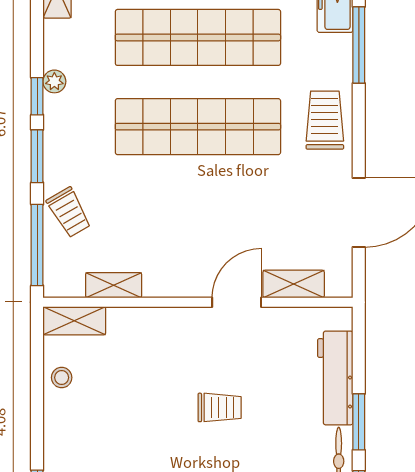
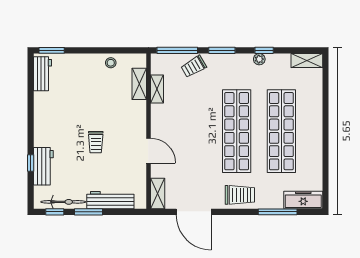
window: (37, 96) -> (264, 50), moved
shelving: (294, 284) -> (158, 194), moved
shelving: (74, 321) -> (139, 84), moved

